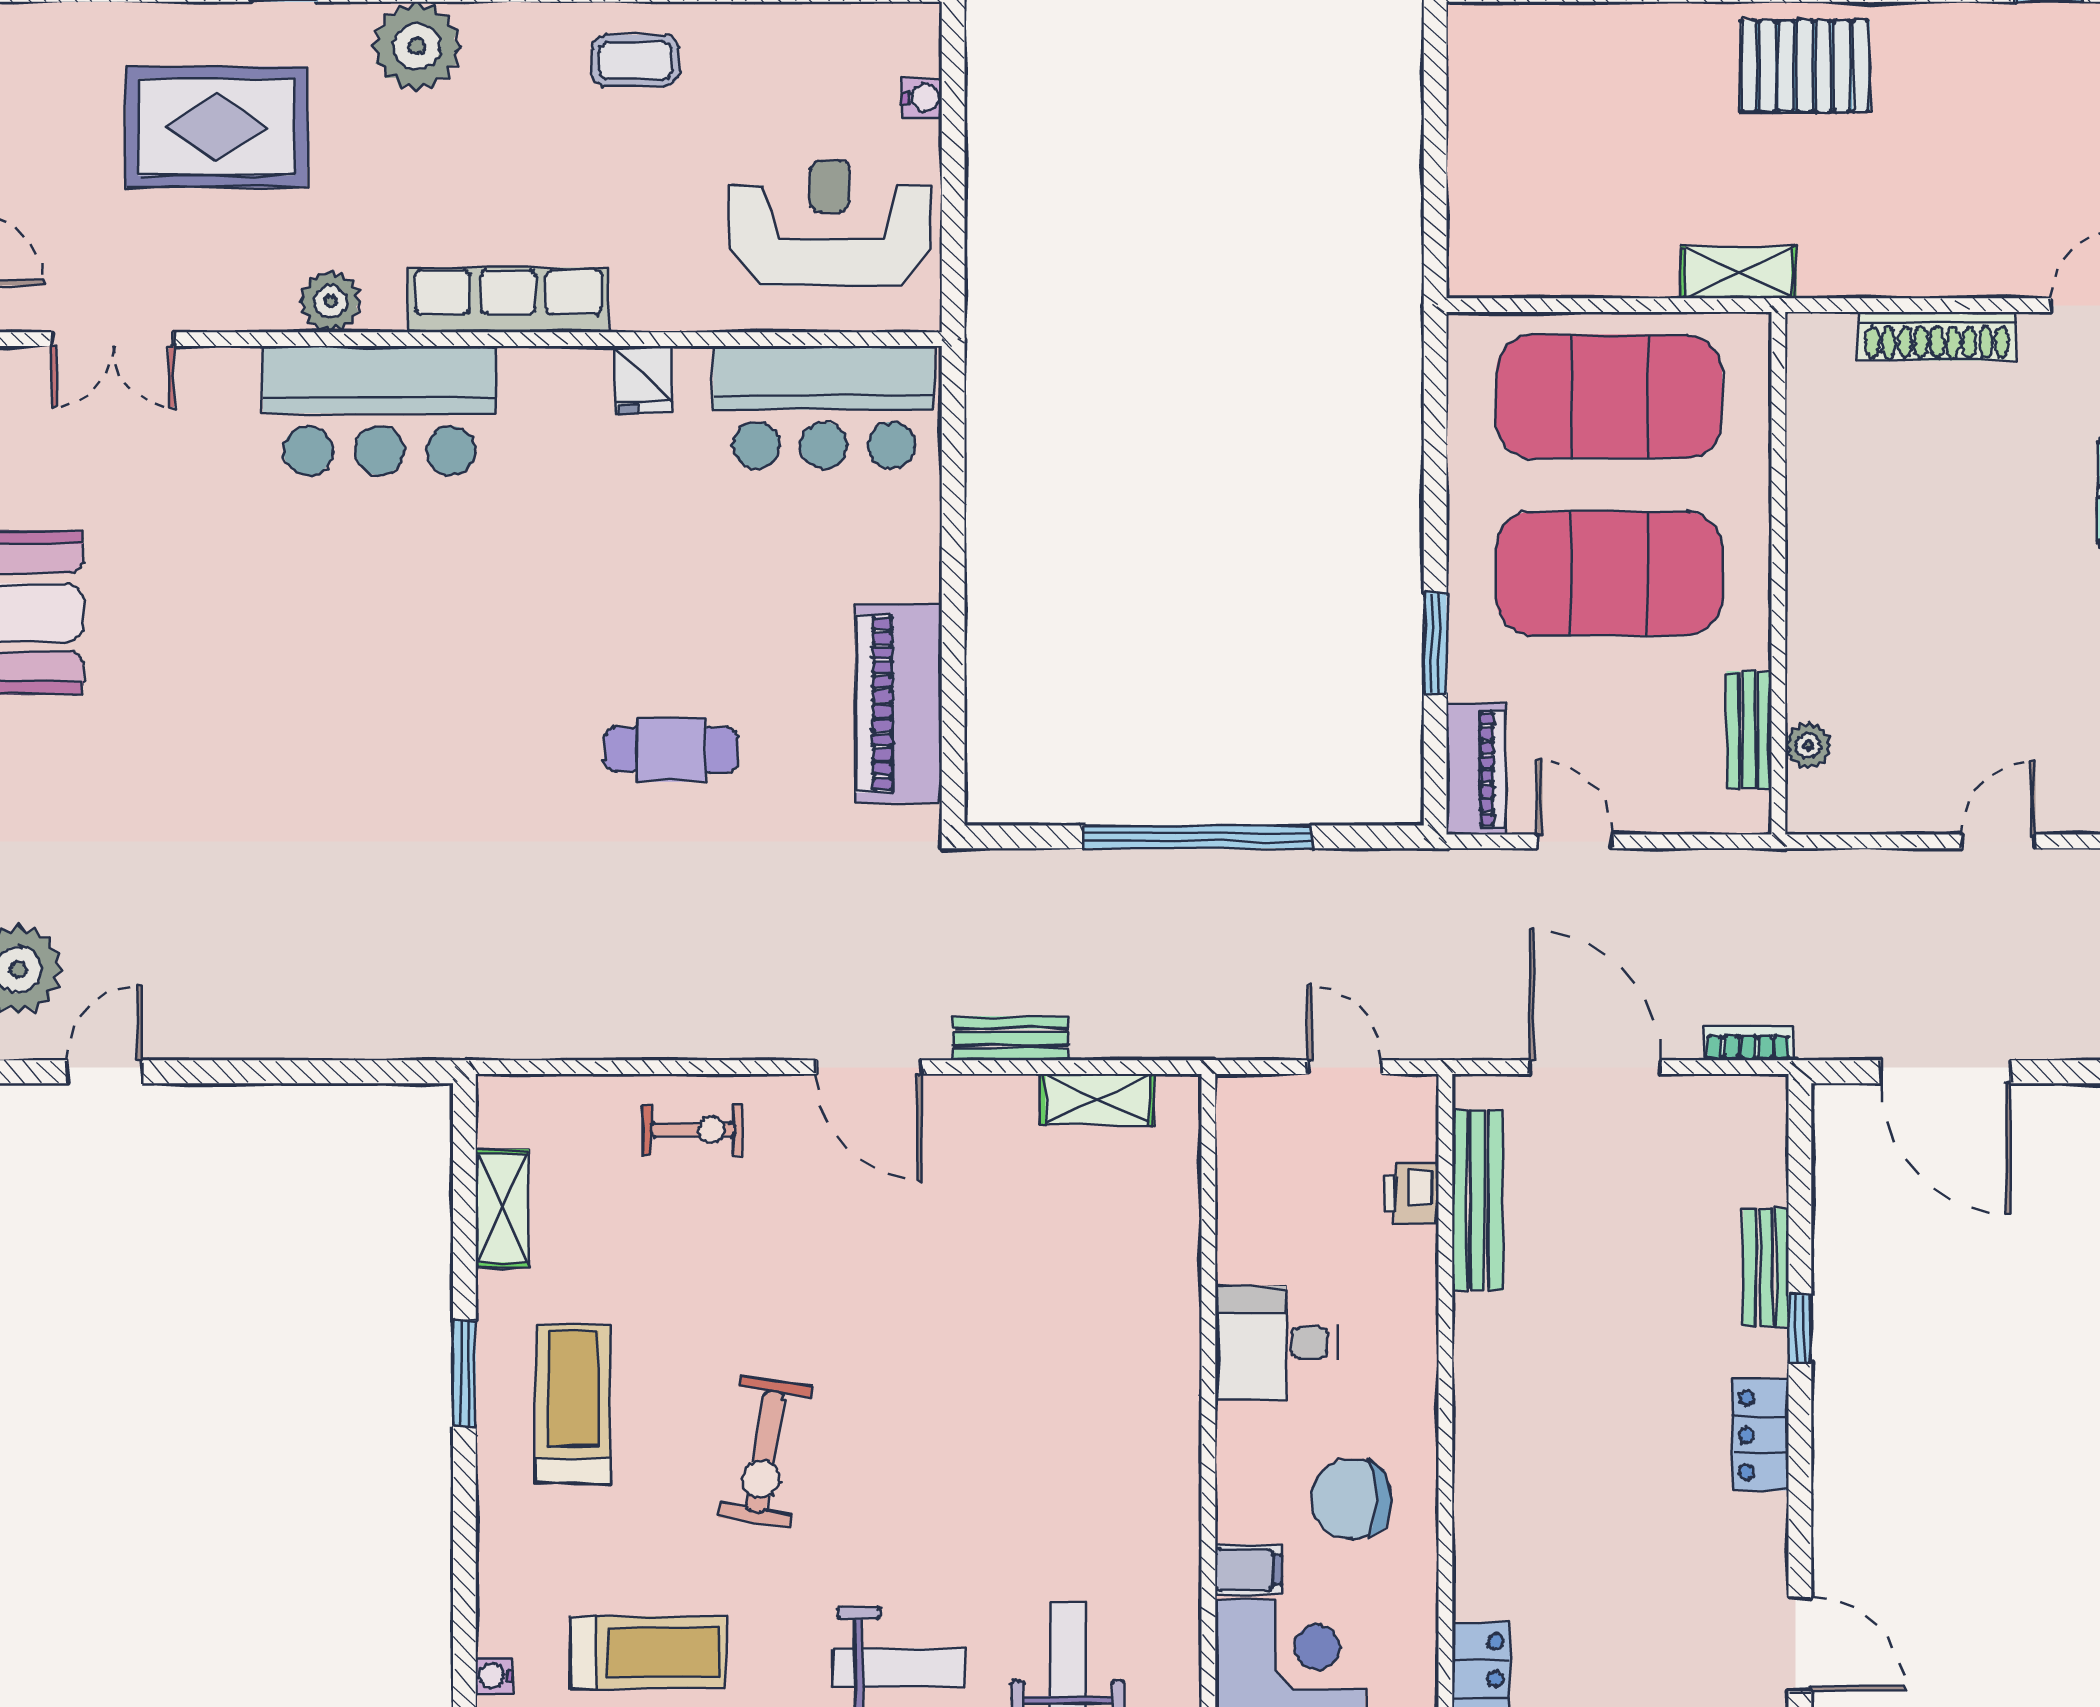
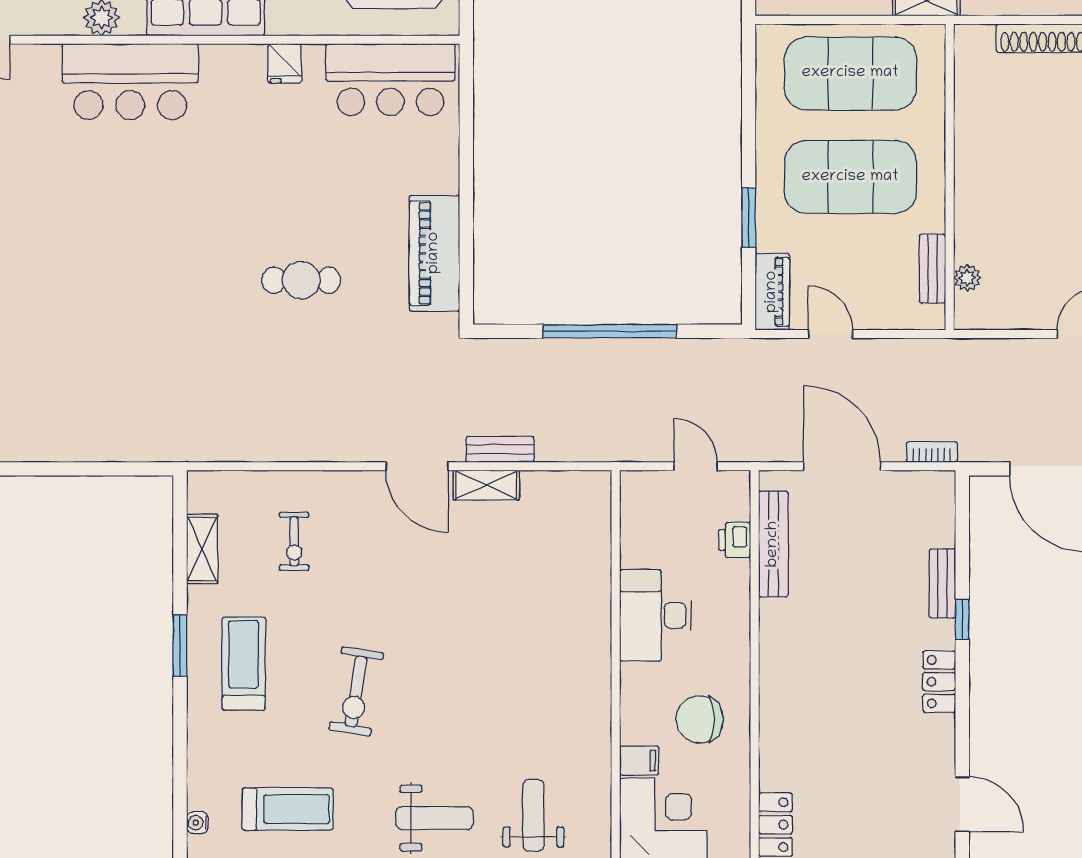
shelving: (1097, 1099) -> (486, 485), moved
exercise bike: (693, 1130) -> (294, 541), moved, turned 90
desk: (1276, 1343) -> (656, 615), width x1.37

